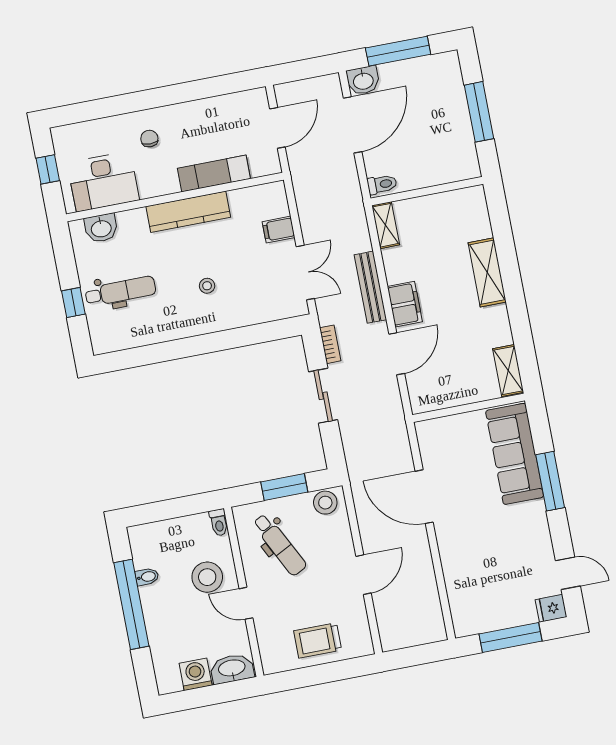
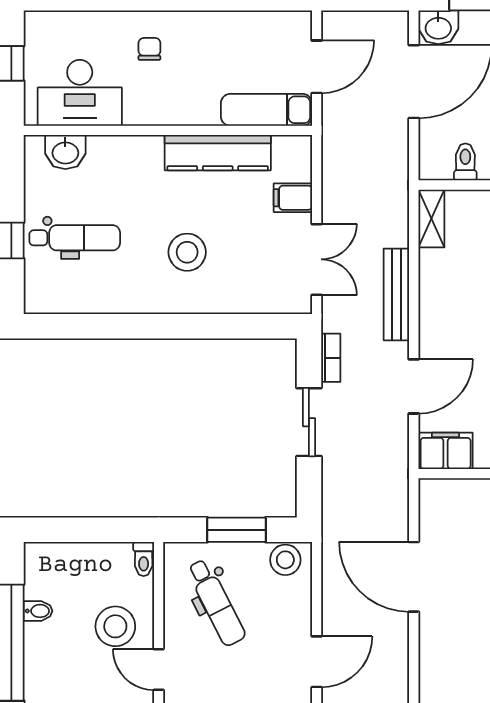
exam couch: (214, 174) -> (266, 110), moved
toilet: (382, 184) -> (465, 162), moved, turned -90
kitchen counter: (188, 212) -> (218, 153), moved
stool: (207, 286) -> (187, 252), width x1.89, depth x1.89
filing cabinet: (405, 304) -> (446, 451), moved, turned -90

